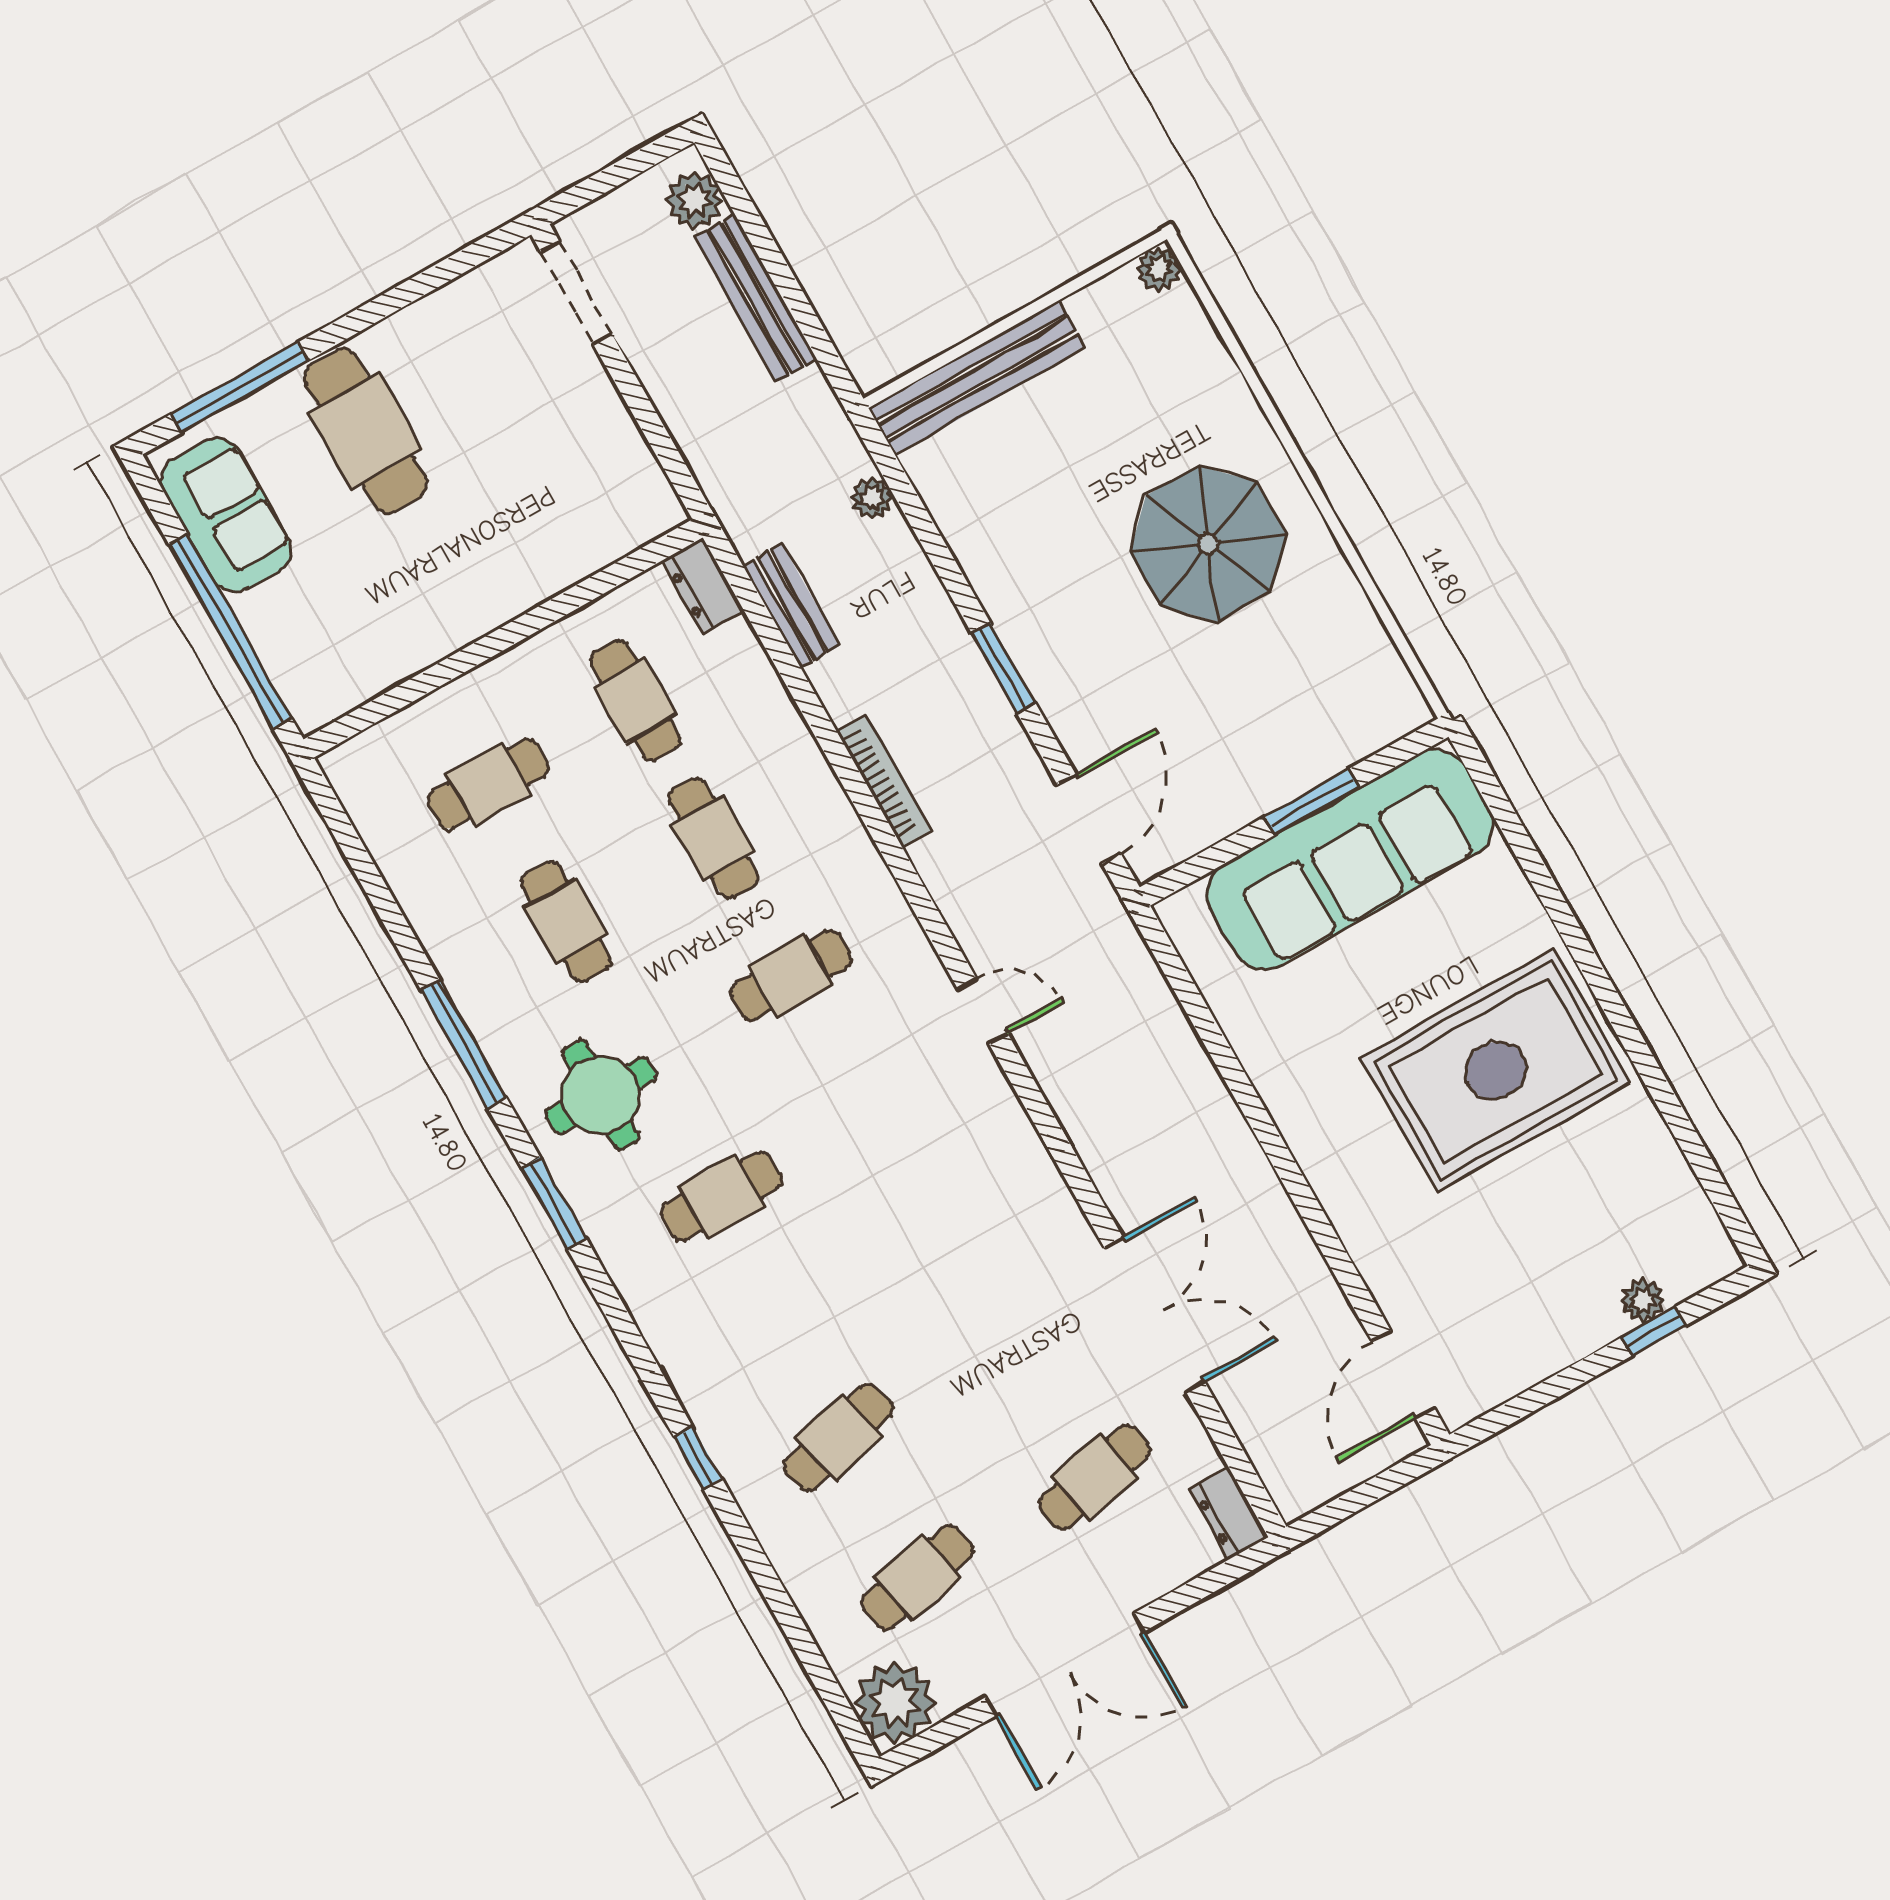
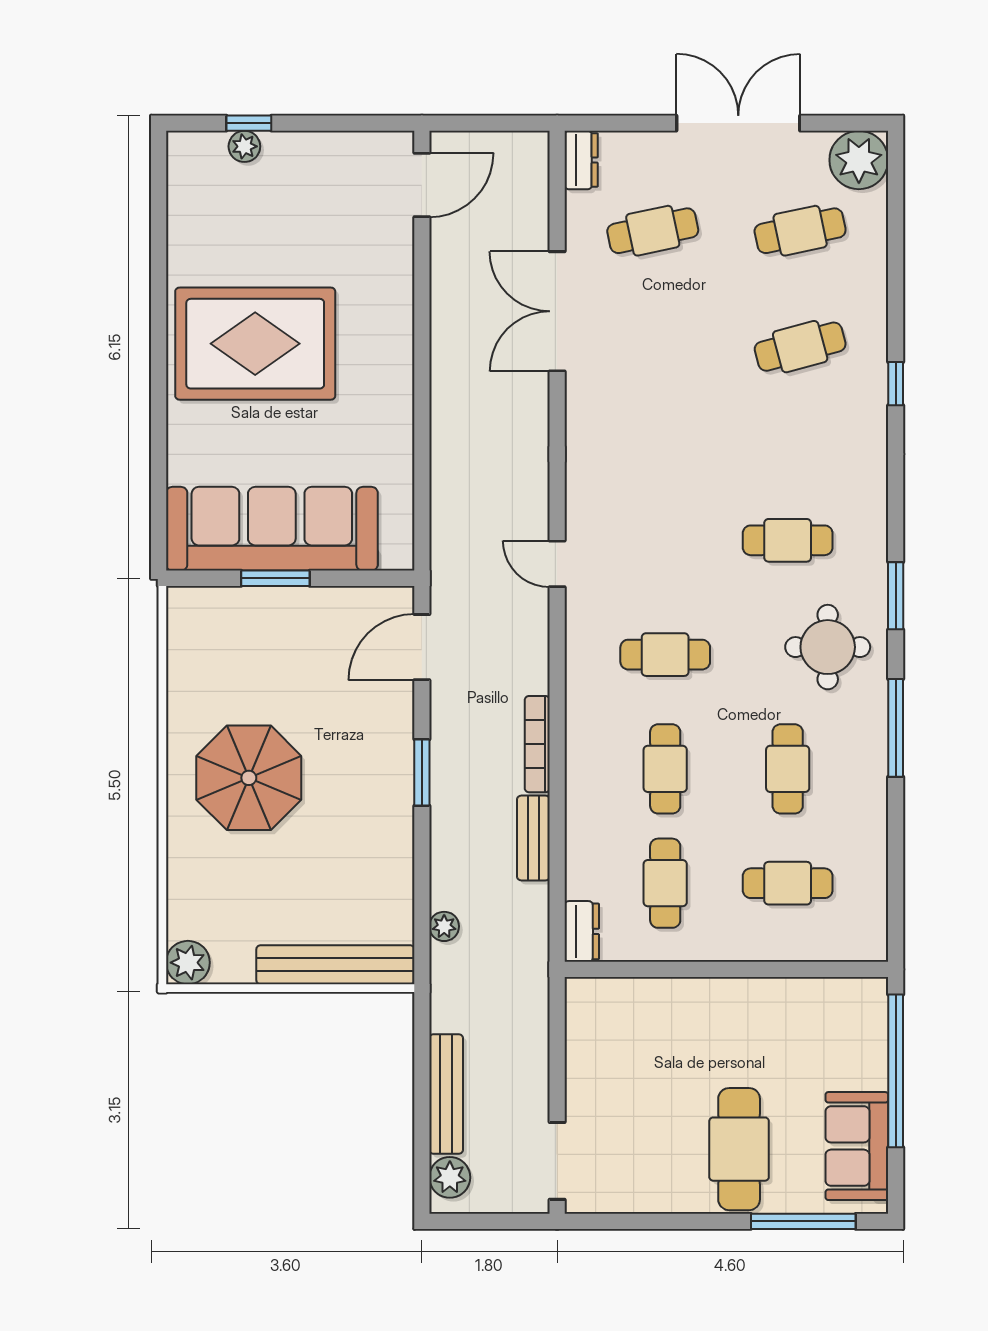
plant: (1159, 269) -> (188, 963), width x1.38, depth x1.38
bench: (791, 606) -> (533, 838), moved

